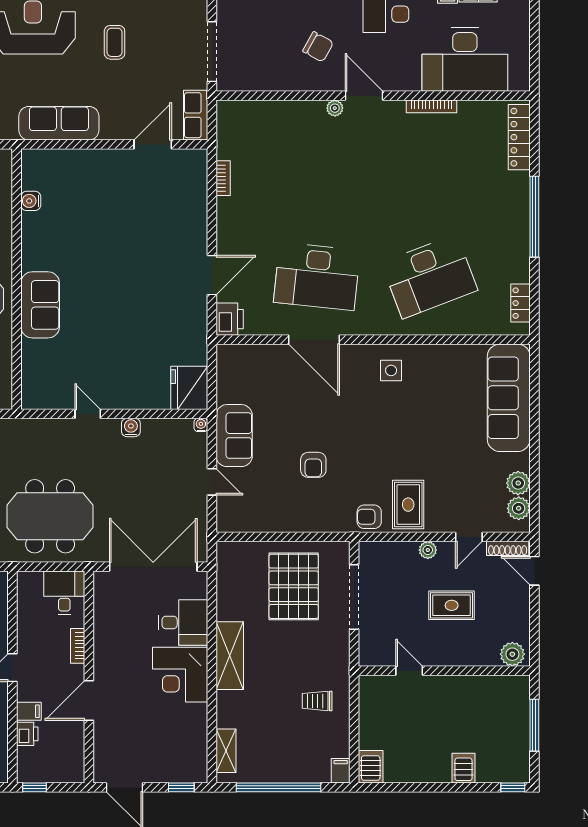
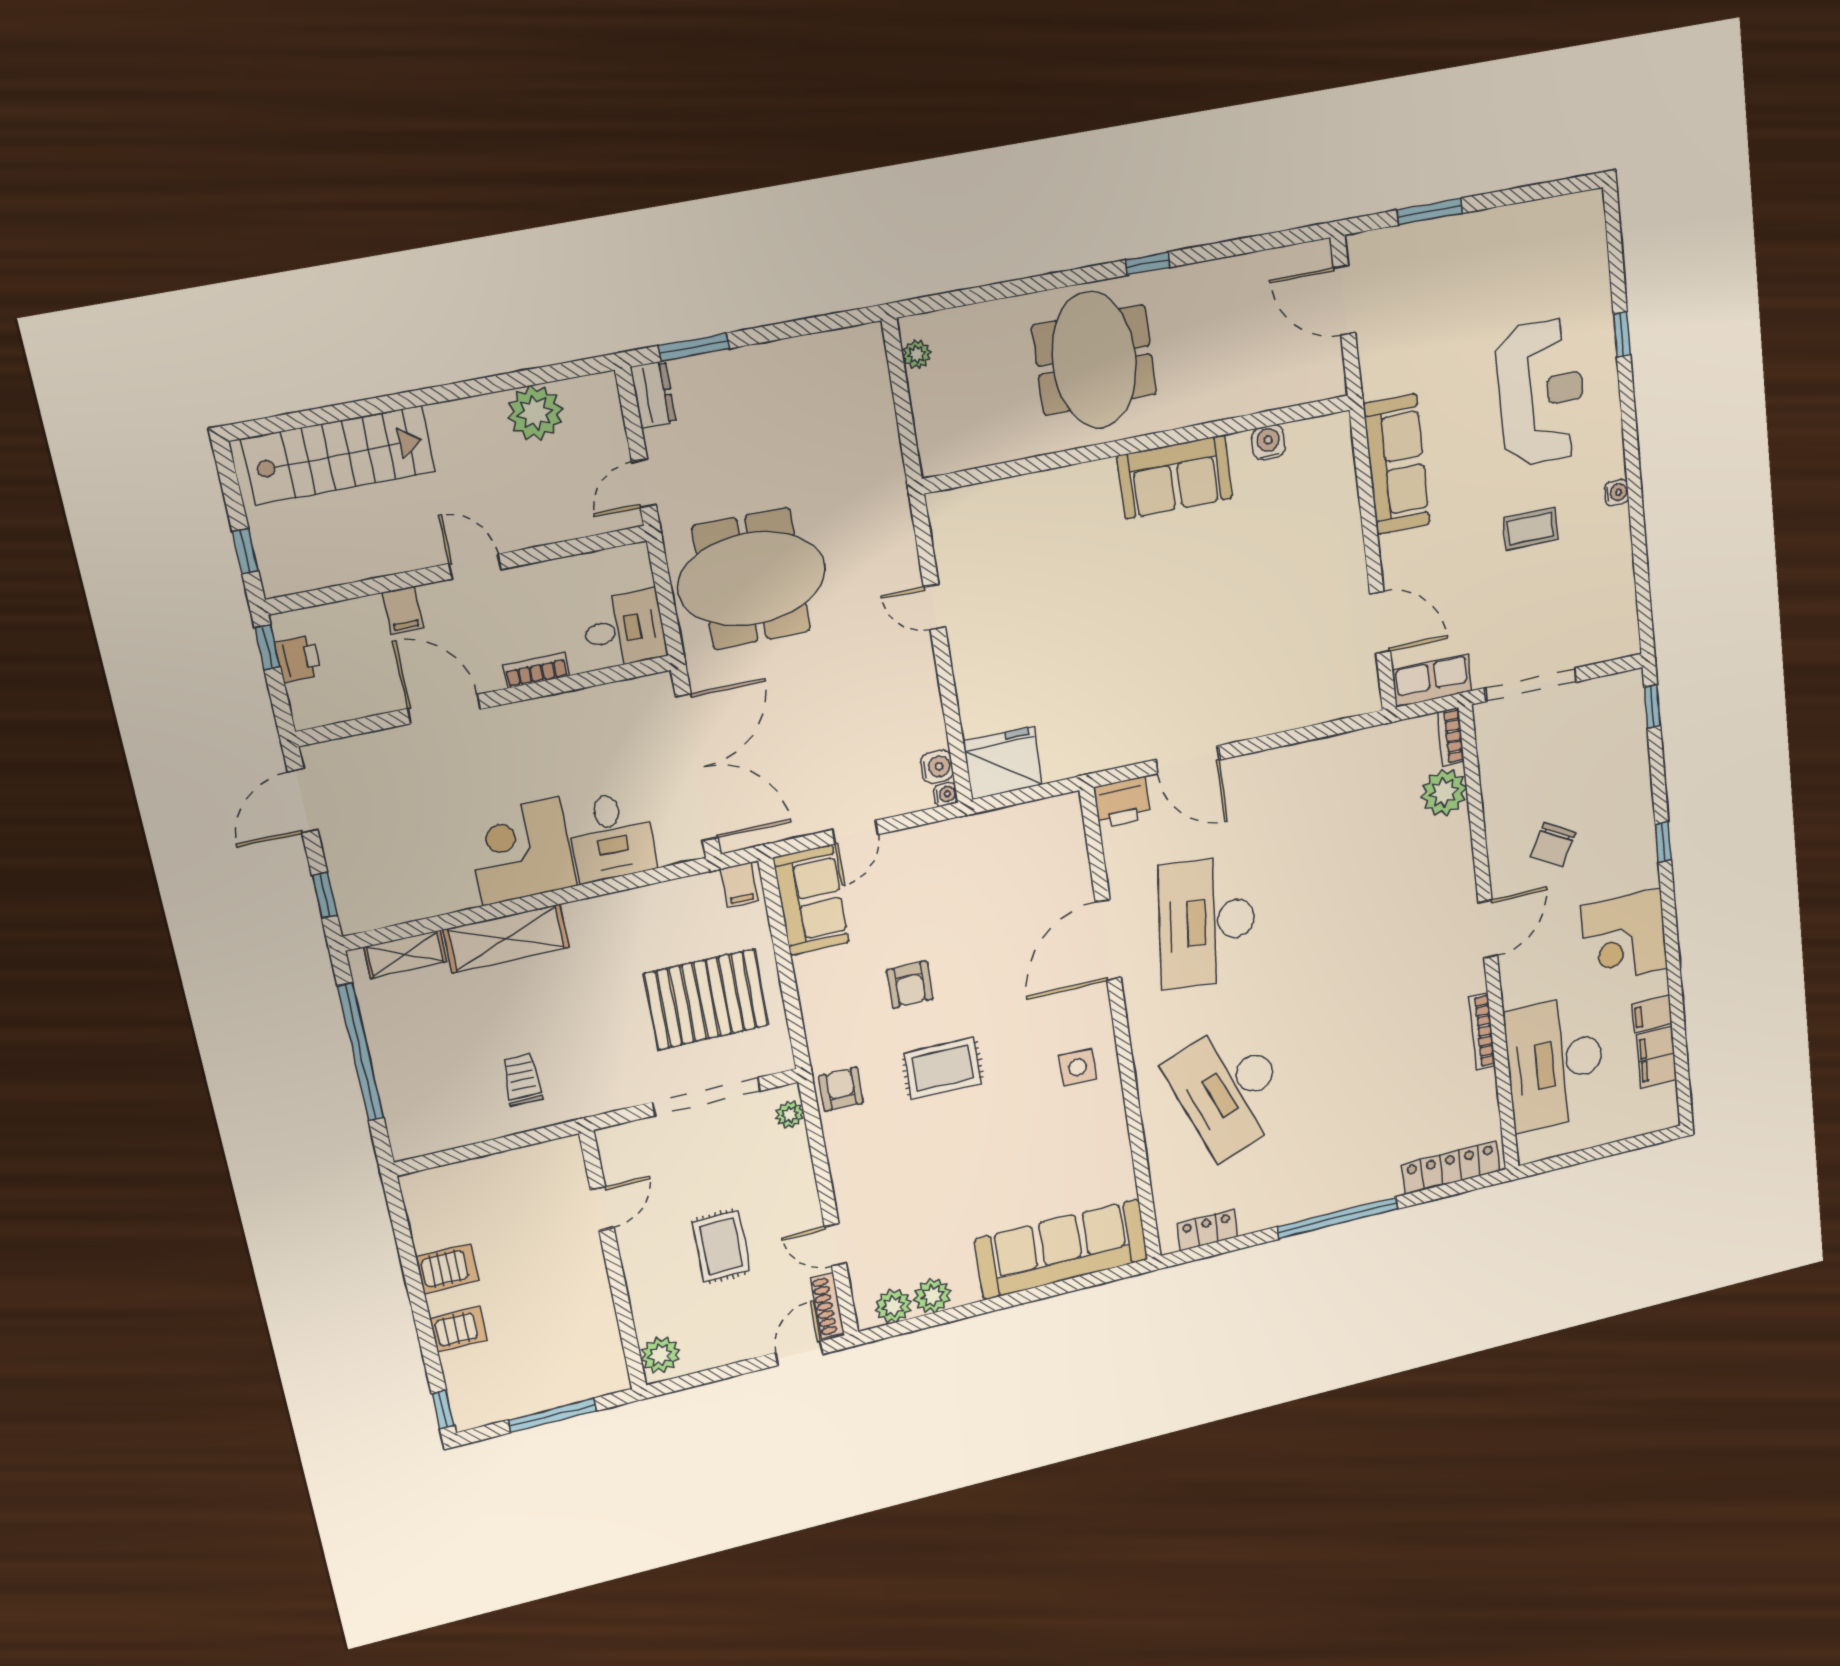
plant: (335, 108) -> (1444, 792), moved, width x1.87, depth x1.87
bookcase: (223, 178) -> (1451, 737), moved, turned 90
sofa: (40, 305) -> (1175, 477), moved
door: (88, 414) -> (934, 607), swing flipped
water cooler: (131, 427) -> (937, 767), moved
sofa: (234, 436) -> (811, 900), moved, turned -90
armchair: (313, 465) -> (910, 985), turned -90
rug: (408, 505) -> (943, 1068), moved
meeting table: (50, 516) -> (752, 579), turned 90
plant: (428, 550) -> (790, 1114), moved
shelving: (230, 656) -> (506, 938), moved
printer: (27, 734) -> (298, 659), moved, turned -90
server rack: (371, 767) -> (447, 1268), moved
filing cabinet: (341, 771) -> (740, 885), moved, turned 90

